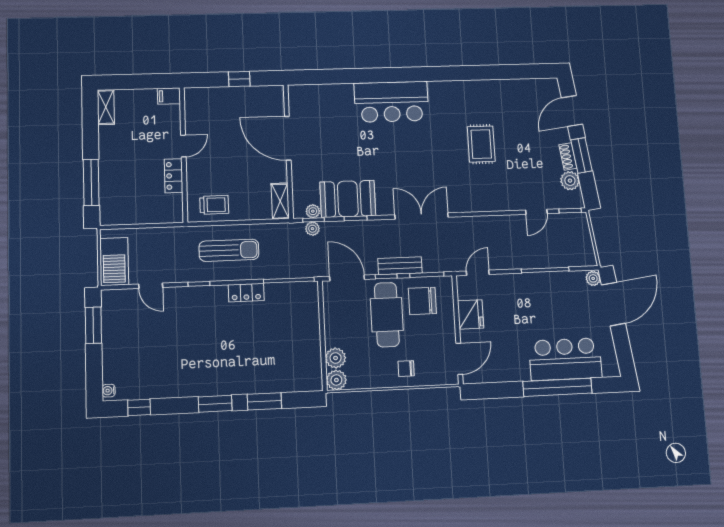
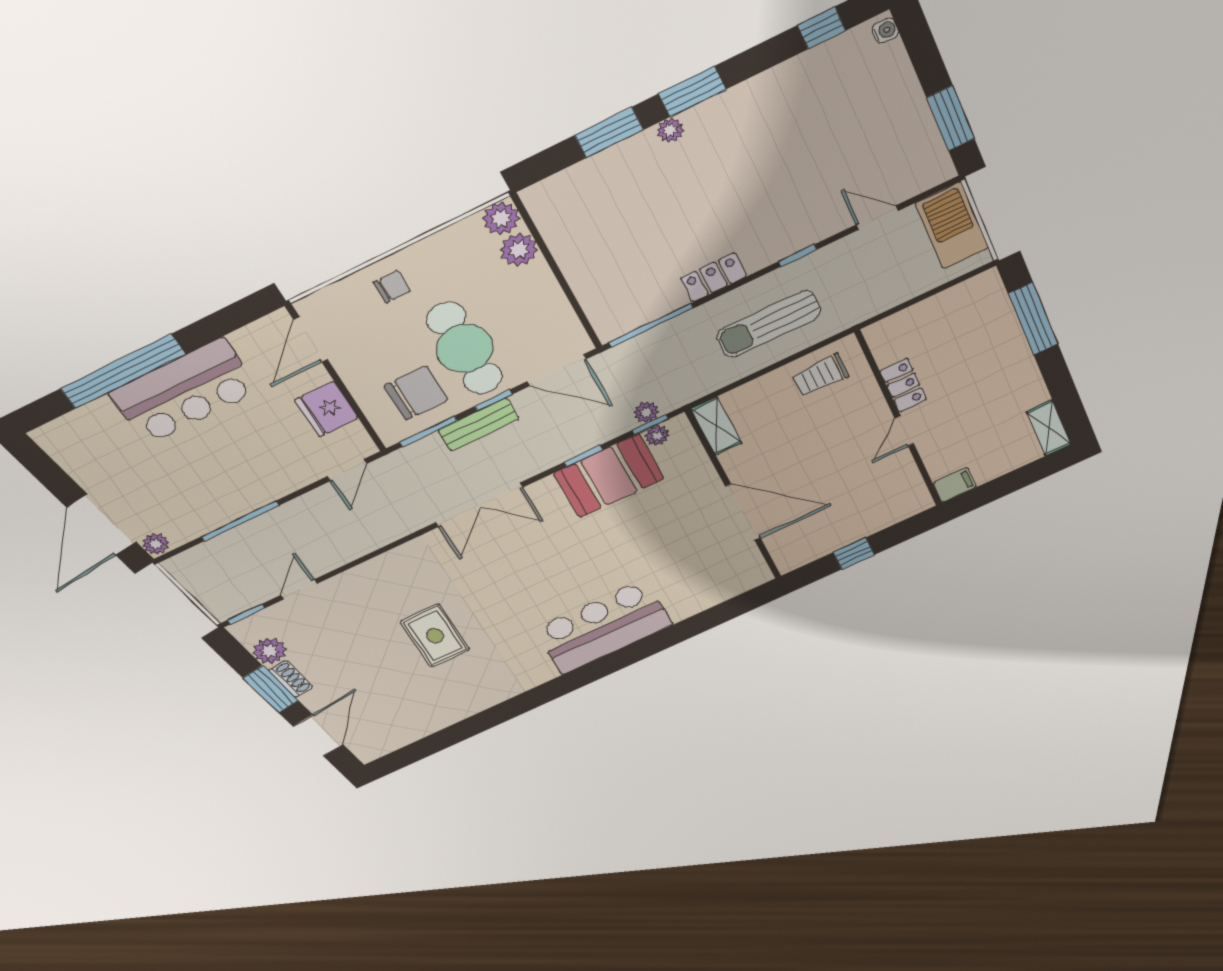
bar counter: (565, 359) -> (184, 392), moved
plant: (234, 388) -> (670, 130), added

